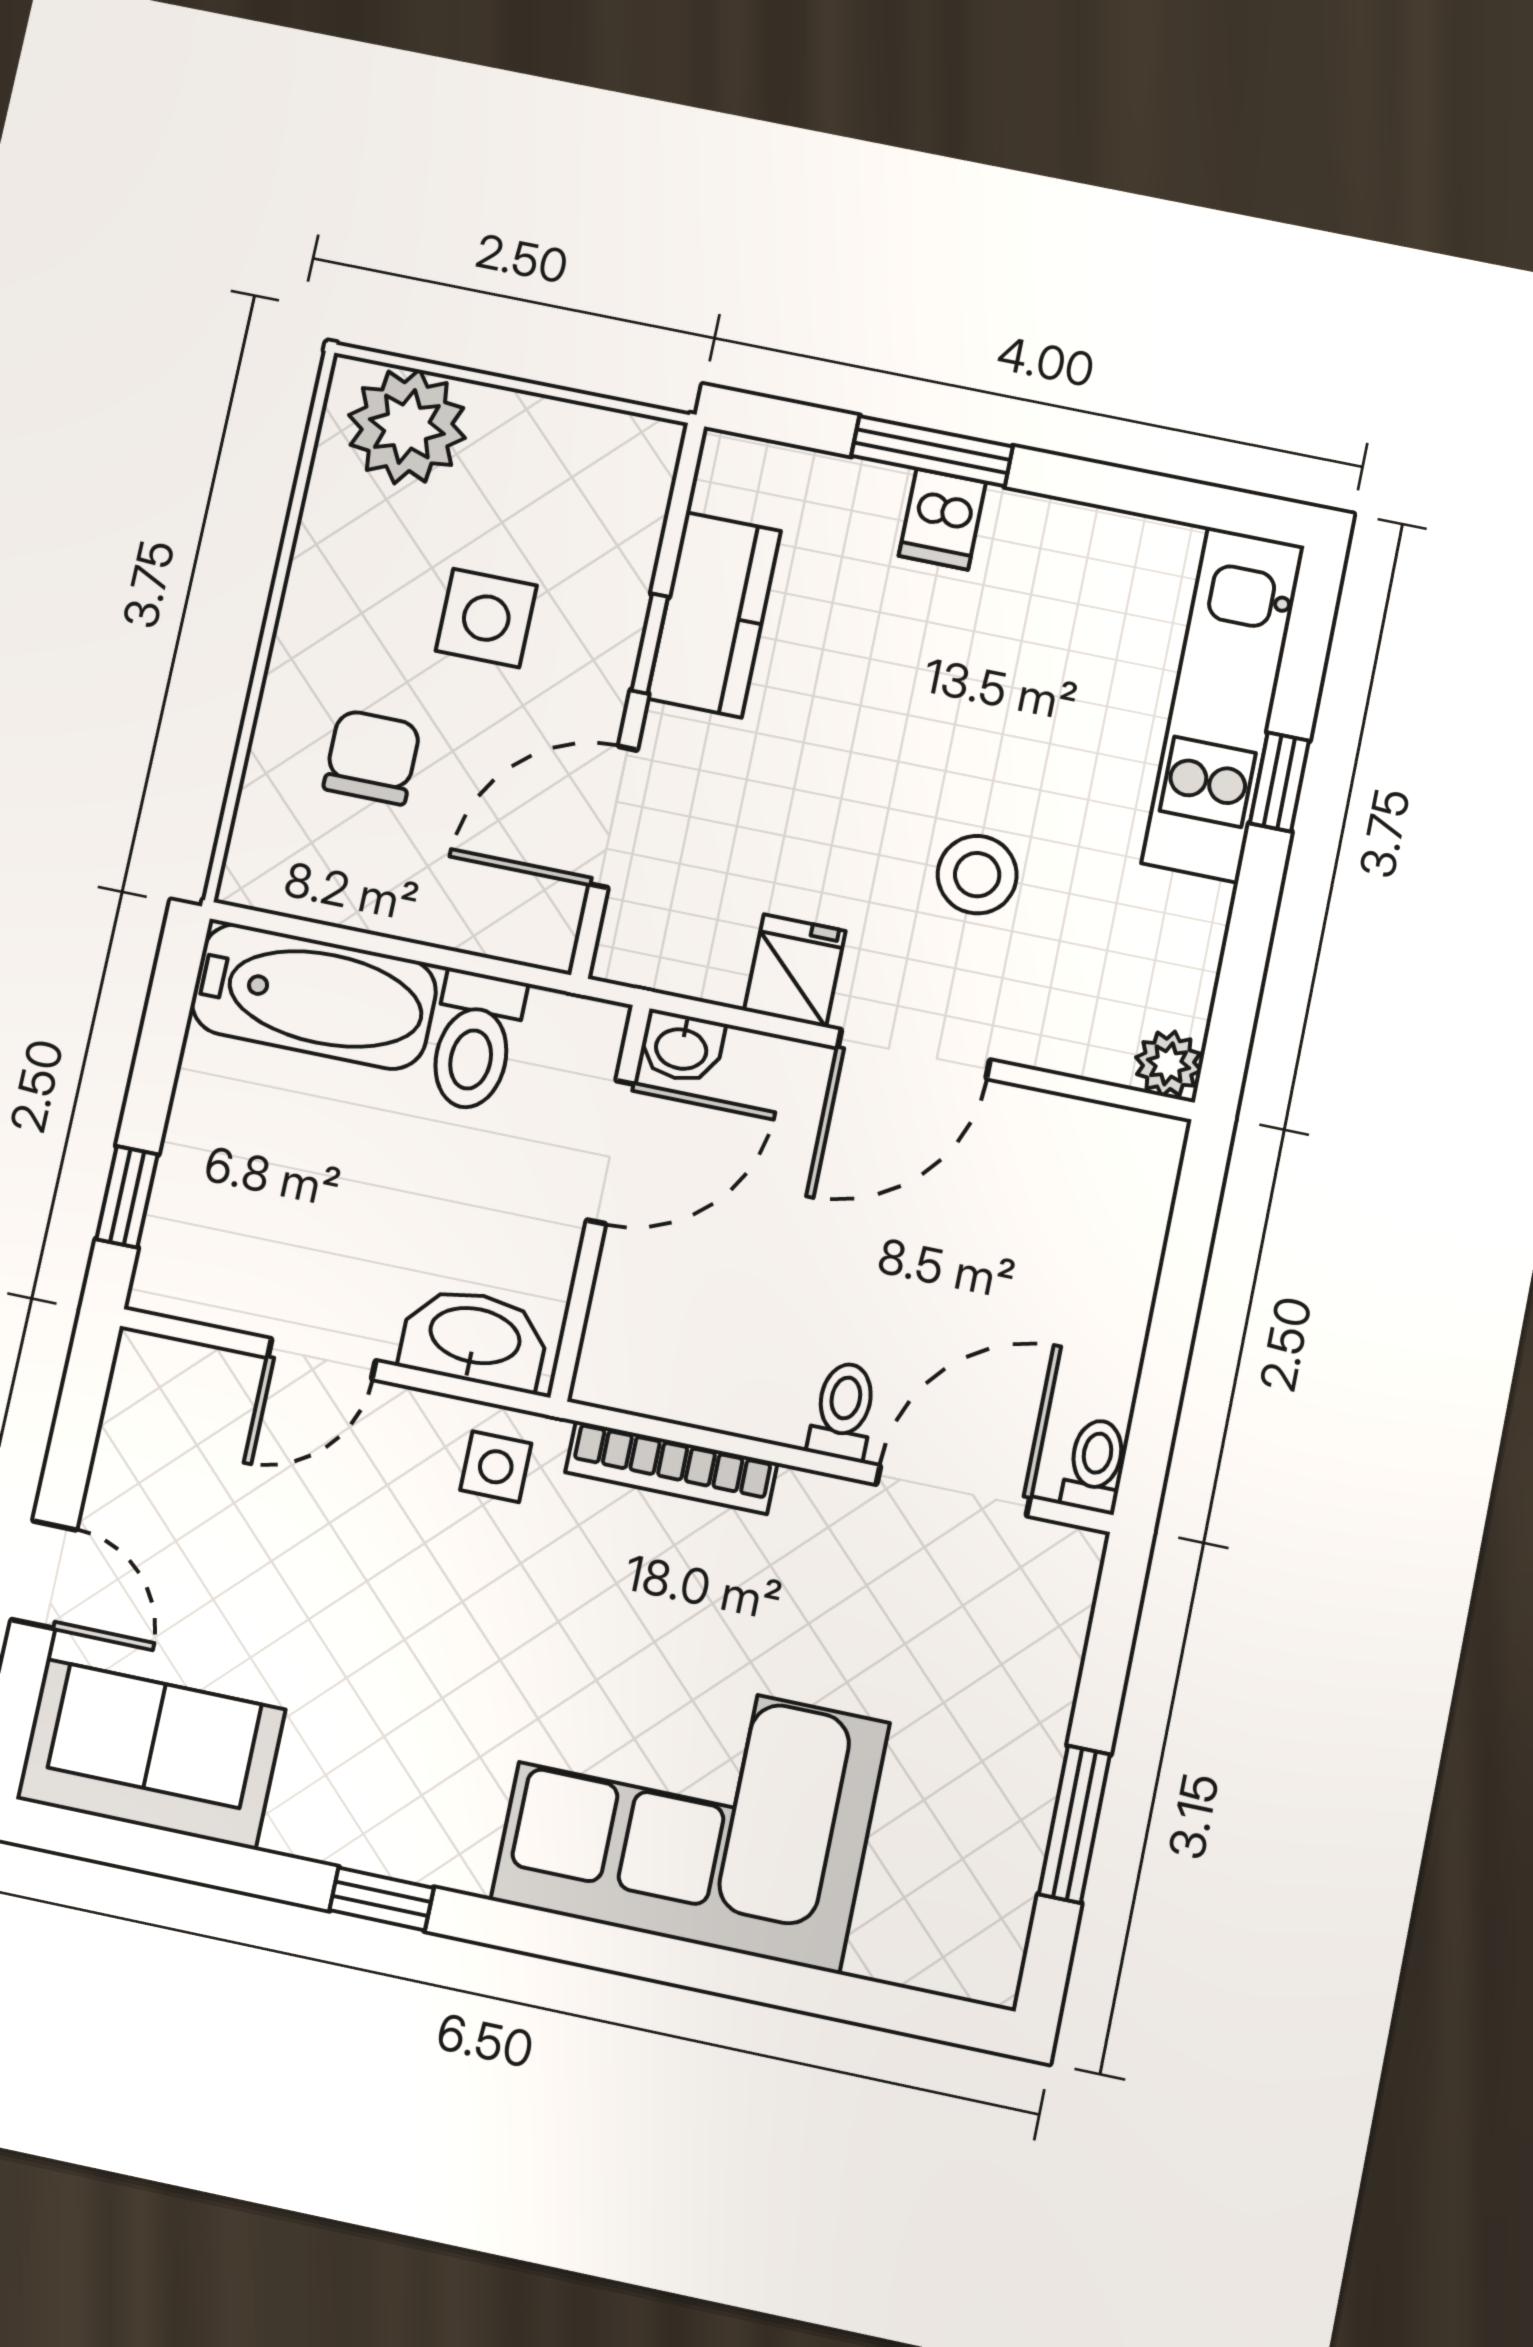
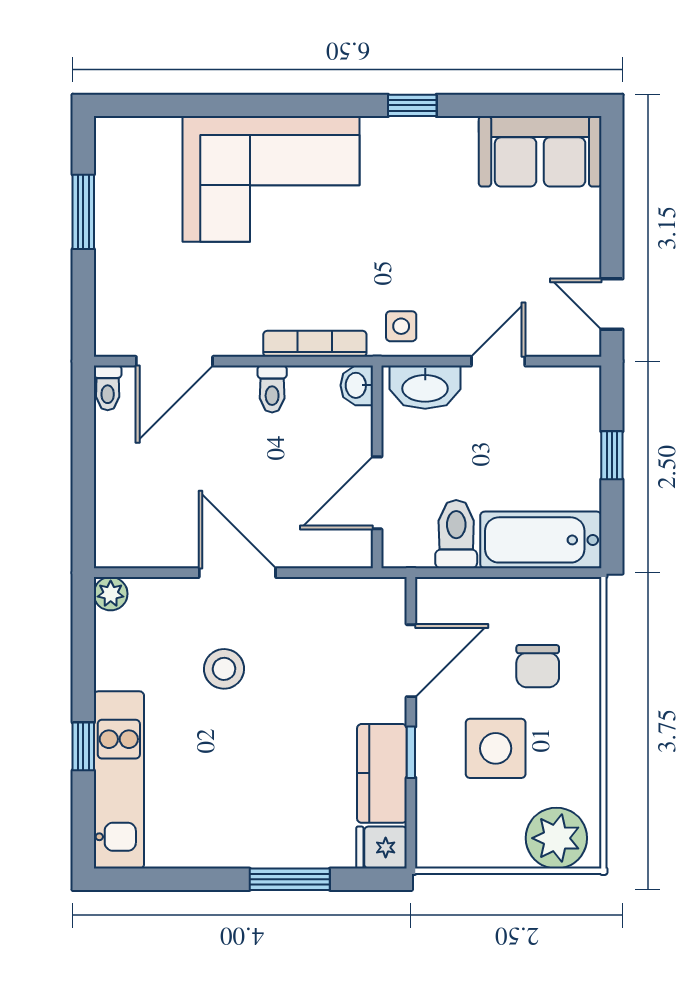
dishwasher: (942, 519) -> (278, 845), removed
side table: (486, 618) -> (496, 748), width x1.37, depth x1.37
fridge: (795, 971) -> (382, 847), moved, turned 90
washbasin: (681, 1047) -> (357, 385), moved, turned -90
door: (914, 1054) -> (237, 573), hinge flipped
window: (127, 1197) -> (612, 455), moved
toilet: (843, 1411) -> (272, 389), moved
door: (44, 1575) -> (612, 304), moved

